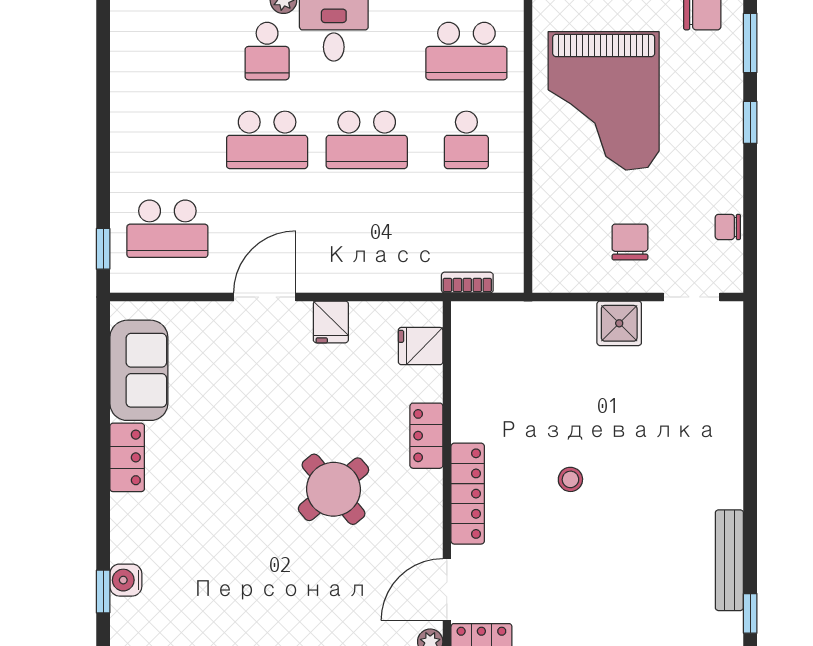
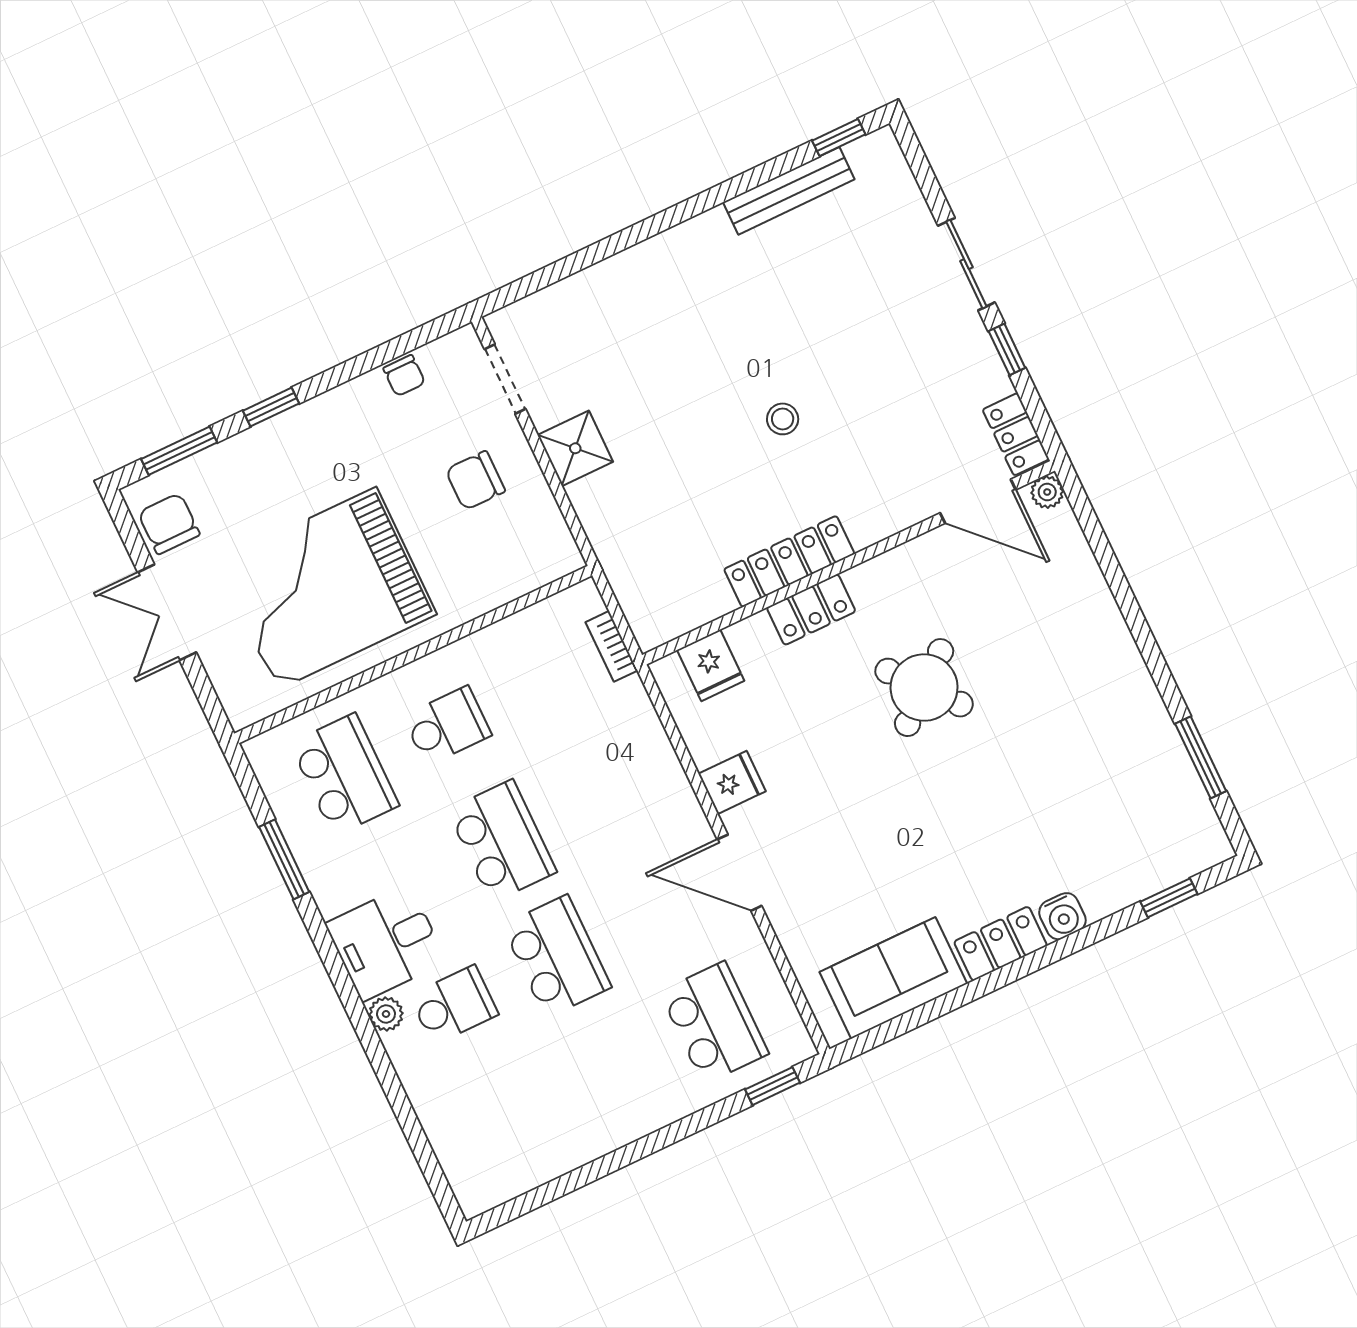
grand piano: (604, 101) -> (327, 588), turned 180
locker: (468, 494) -> (789, 561), moved
water cooler: (126, 580) -> (1062, 916), moved

